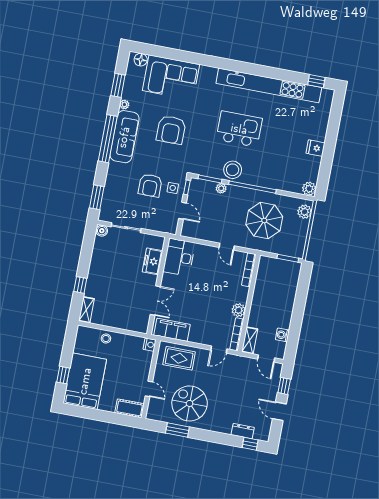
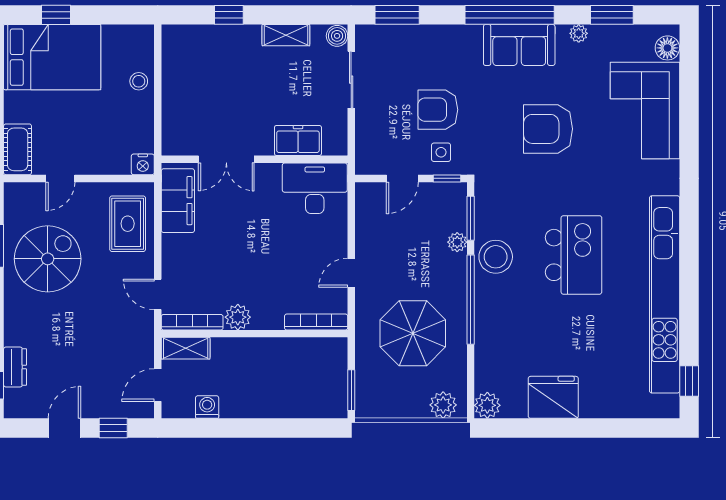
sofa: (124, 137) -> (519, 45), width x0.73
fridge: (315, 148) -> (553, 397), width x1.88, depth x1.34
shelving: (86, 310) -> (286, 35), moved

